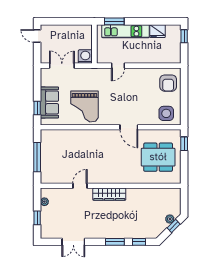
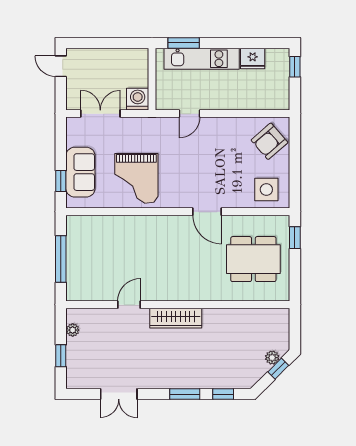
armchair: (168, 83) -> (269, 141), turned 49

